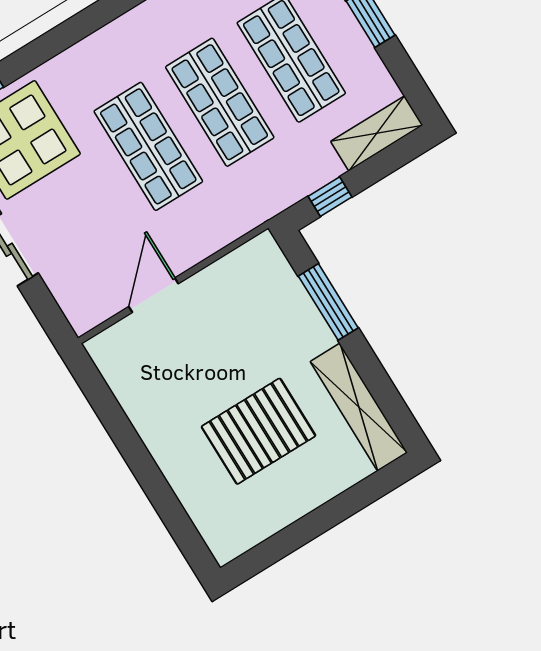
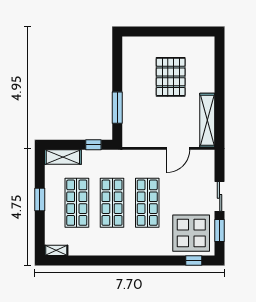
shelving: (359, 407) -> (207, 120), moved
pallet: (258, 431) -> (171, 77), turned 90

